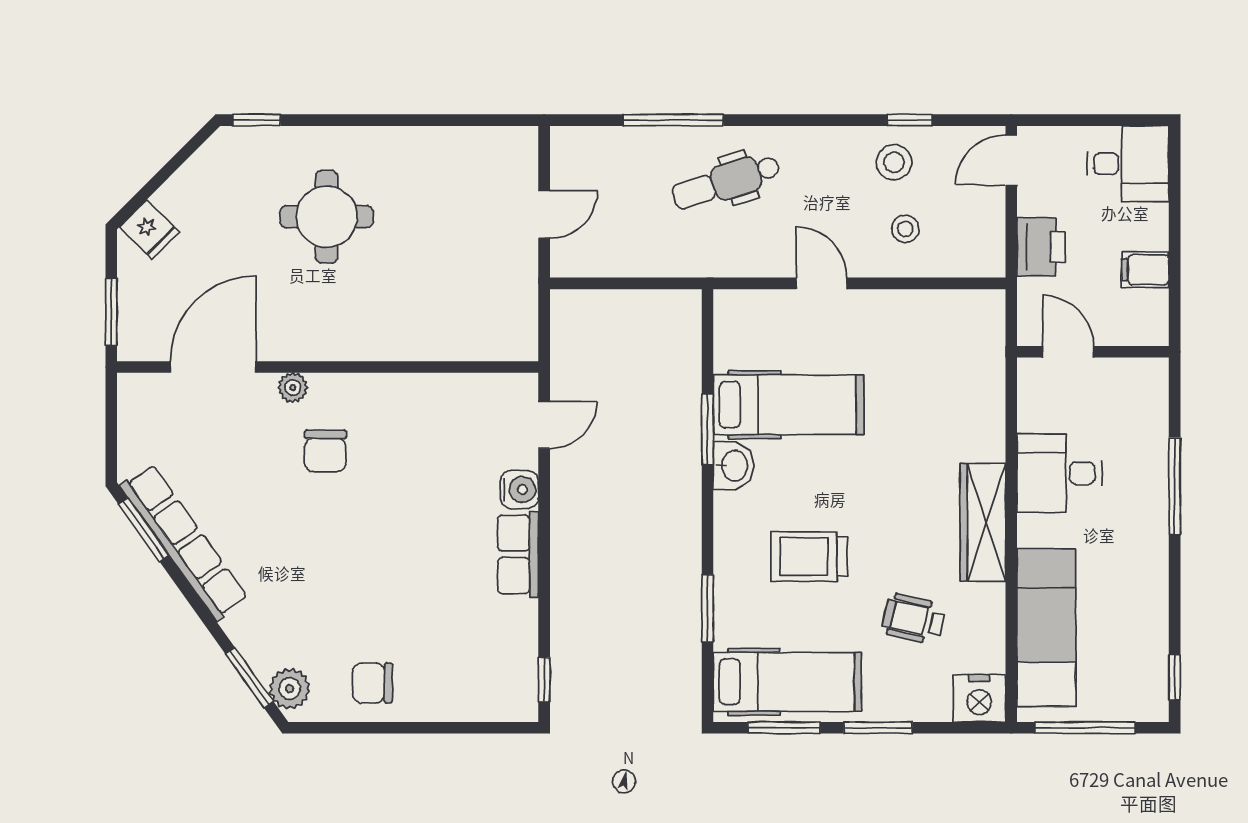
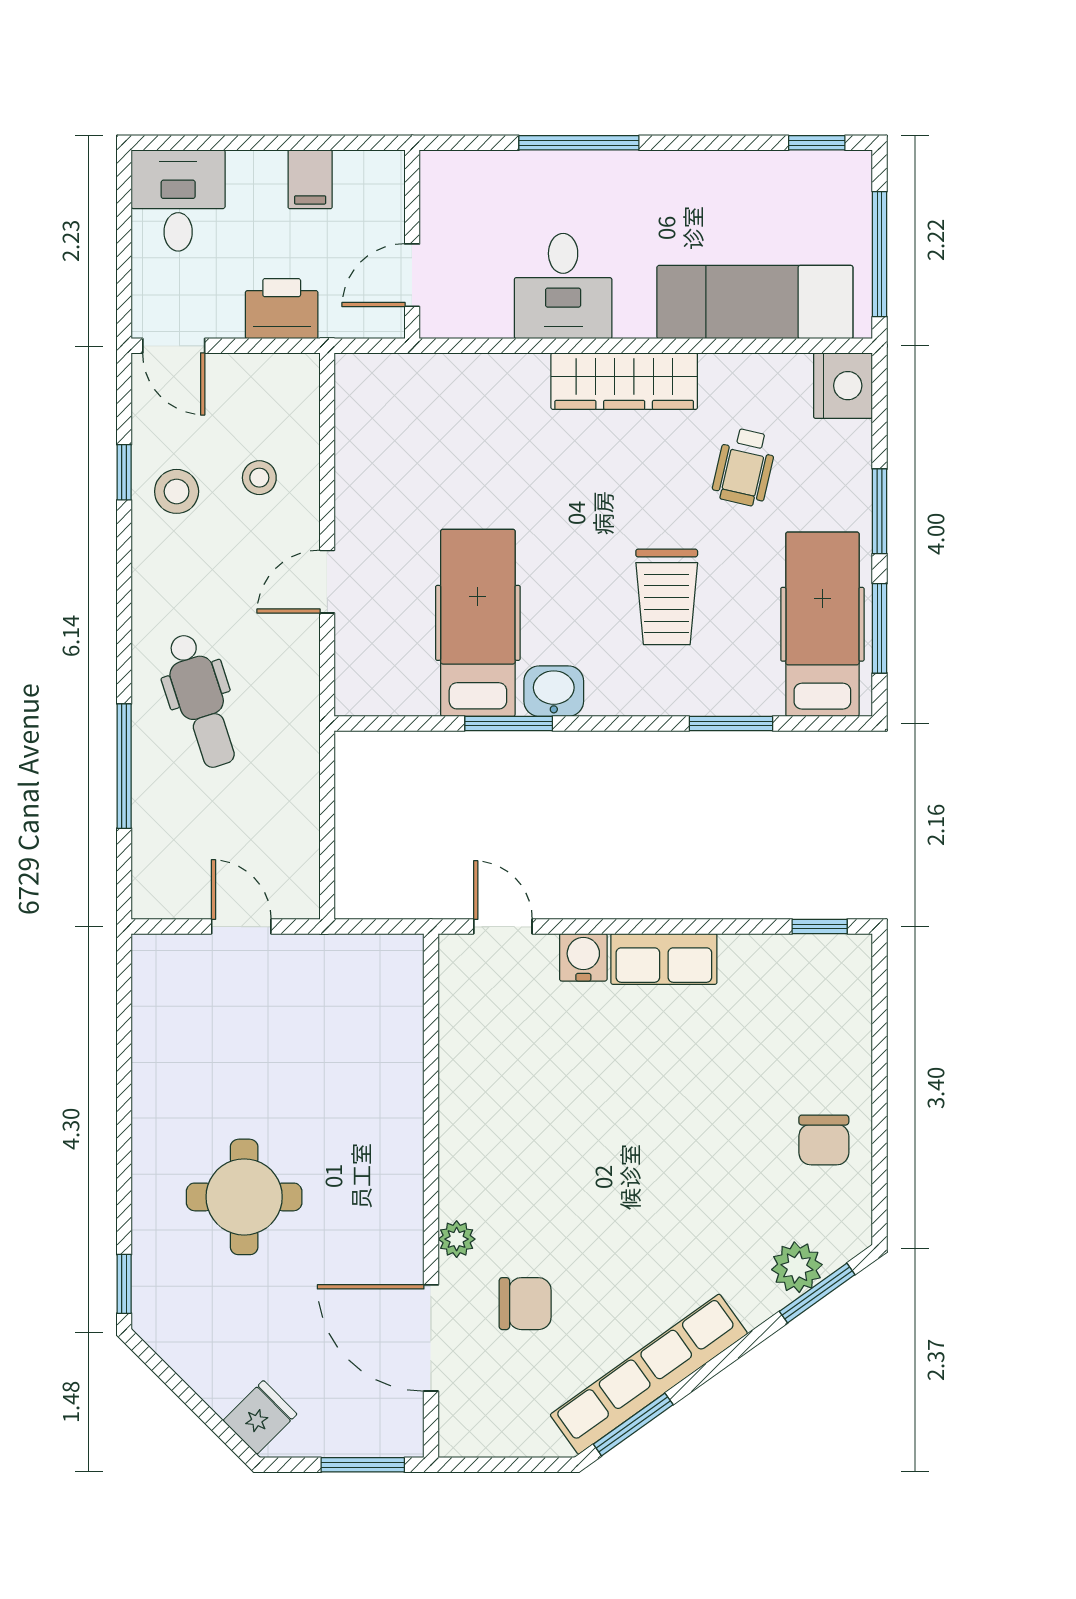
chair: (325, 451) -> (525, 1304), moved
plant: (290, 689) -> (797, 1267), moved

